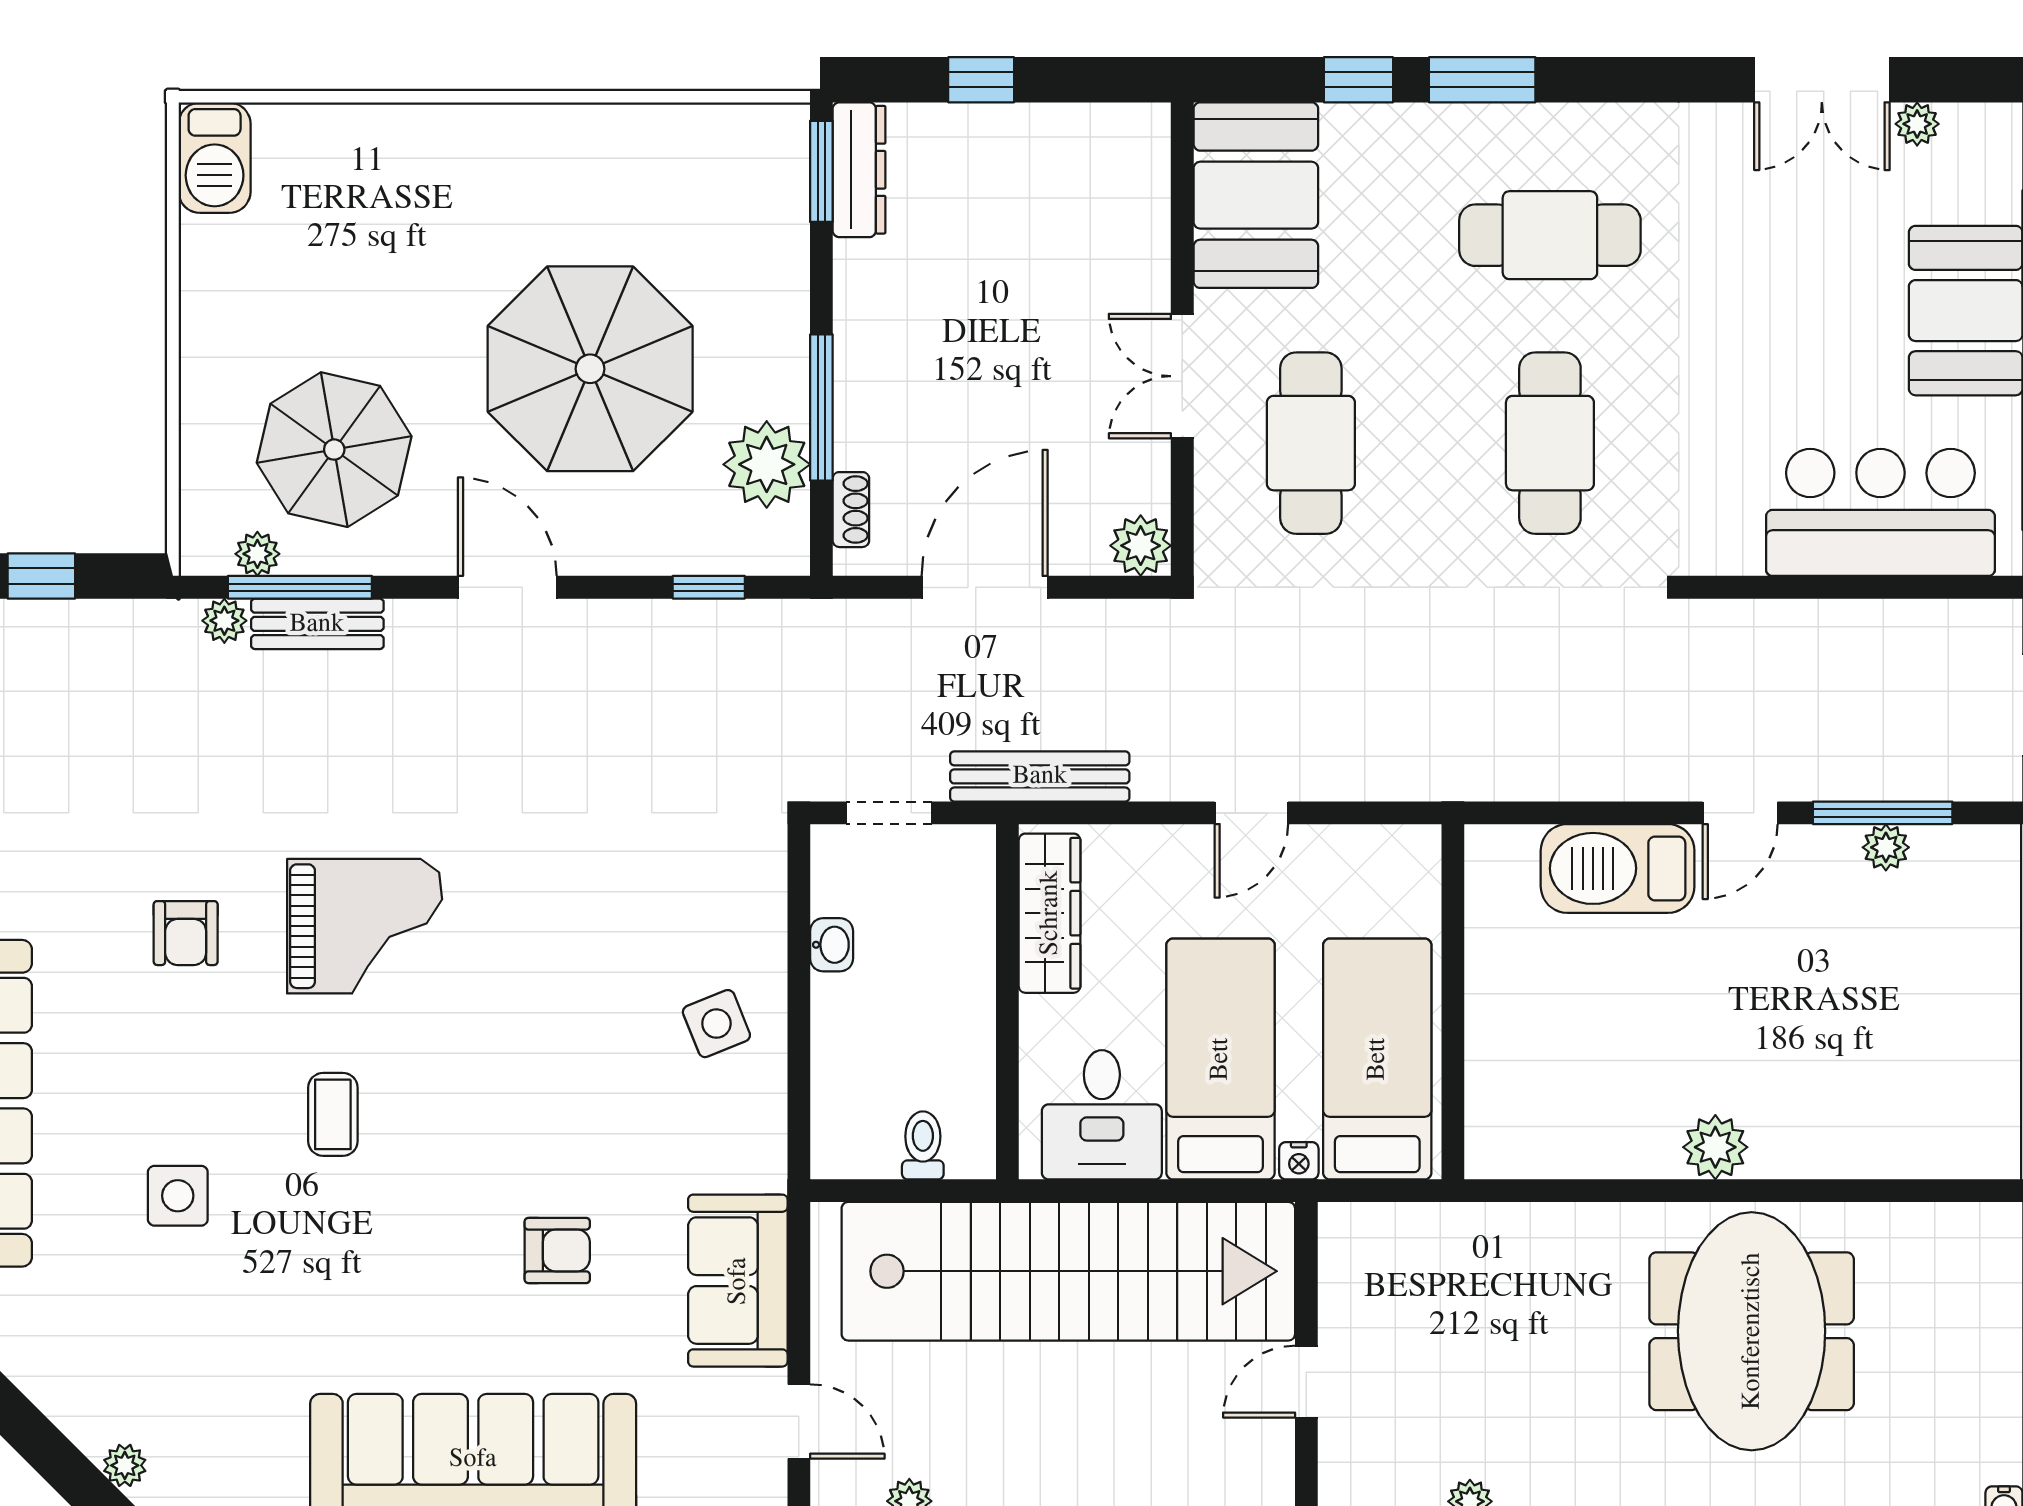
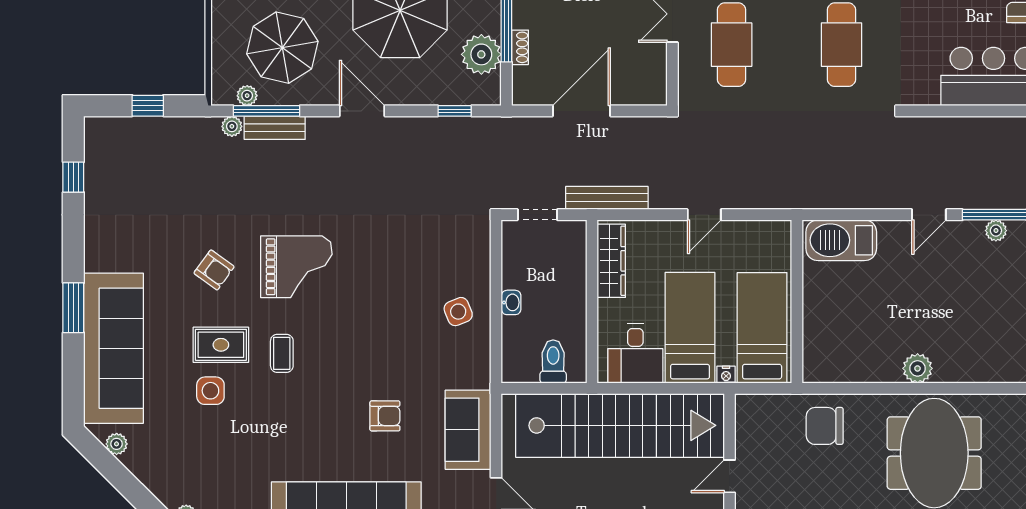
shoe rack: (851, 510) -> (520, 47), moved
plant: (1141, 546) -> (653, 92), removed
barbecue: (1618, 868) -> (841, 240), moved
armchair: (186, 933) -> (214, 270), turned -54
washbasin: (832, 945) -> (511, 302), moved
rug: (200, 1096) -> (221, 345), added
toilet: (923, 1145) -> (553, 362), width x1.37, depth x1.39
chair: (1513, 1272) -> (825, 426), added

